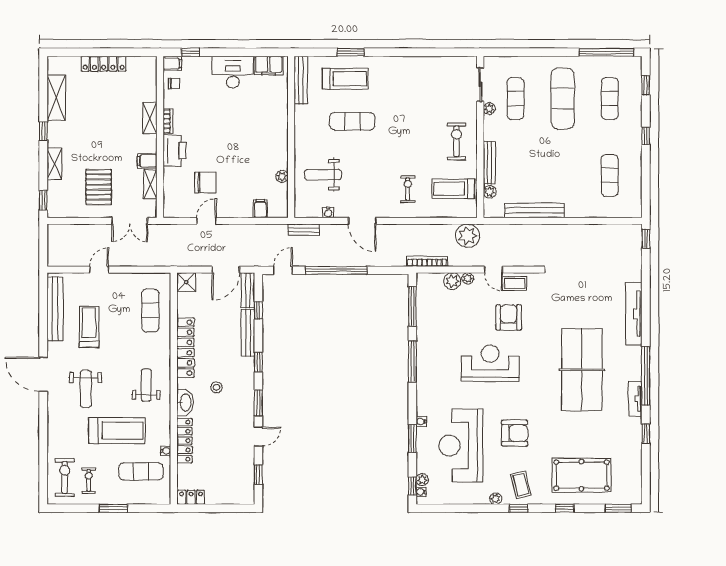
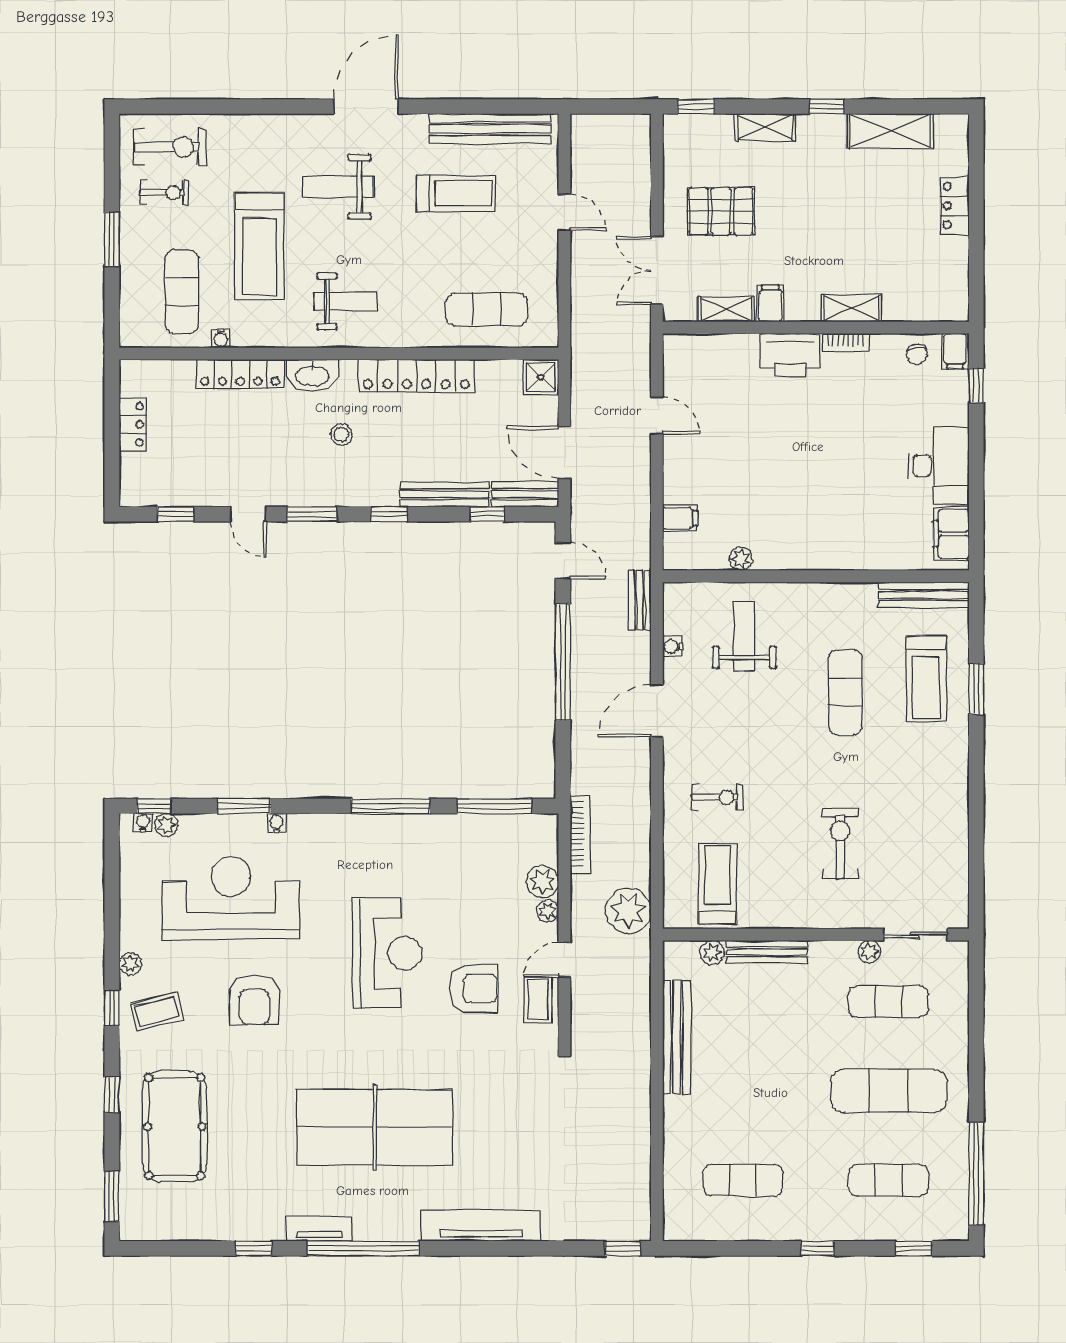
locker: (104, 64) -> (955, 206), width x0.66
exercise bike: (456, 141) -> (840, 843), moved, turned -90
chair: (205, 182) -> (730, 413), removed
locker: (191, 497) -> (133, 424), moved

